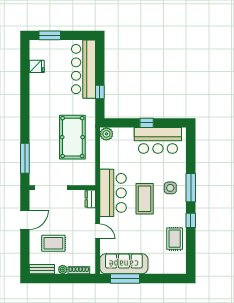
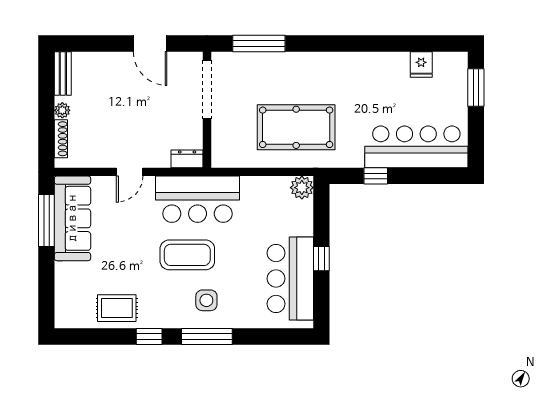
rug: (53, 243) -> (109, 94), removed

